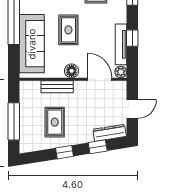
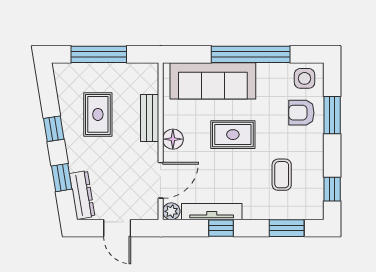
rug: (55, 122) -> (98, 114), turned 90

